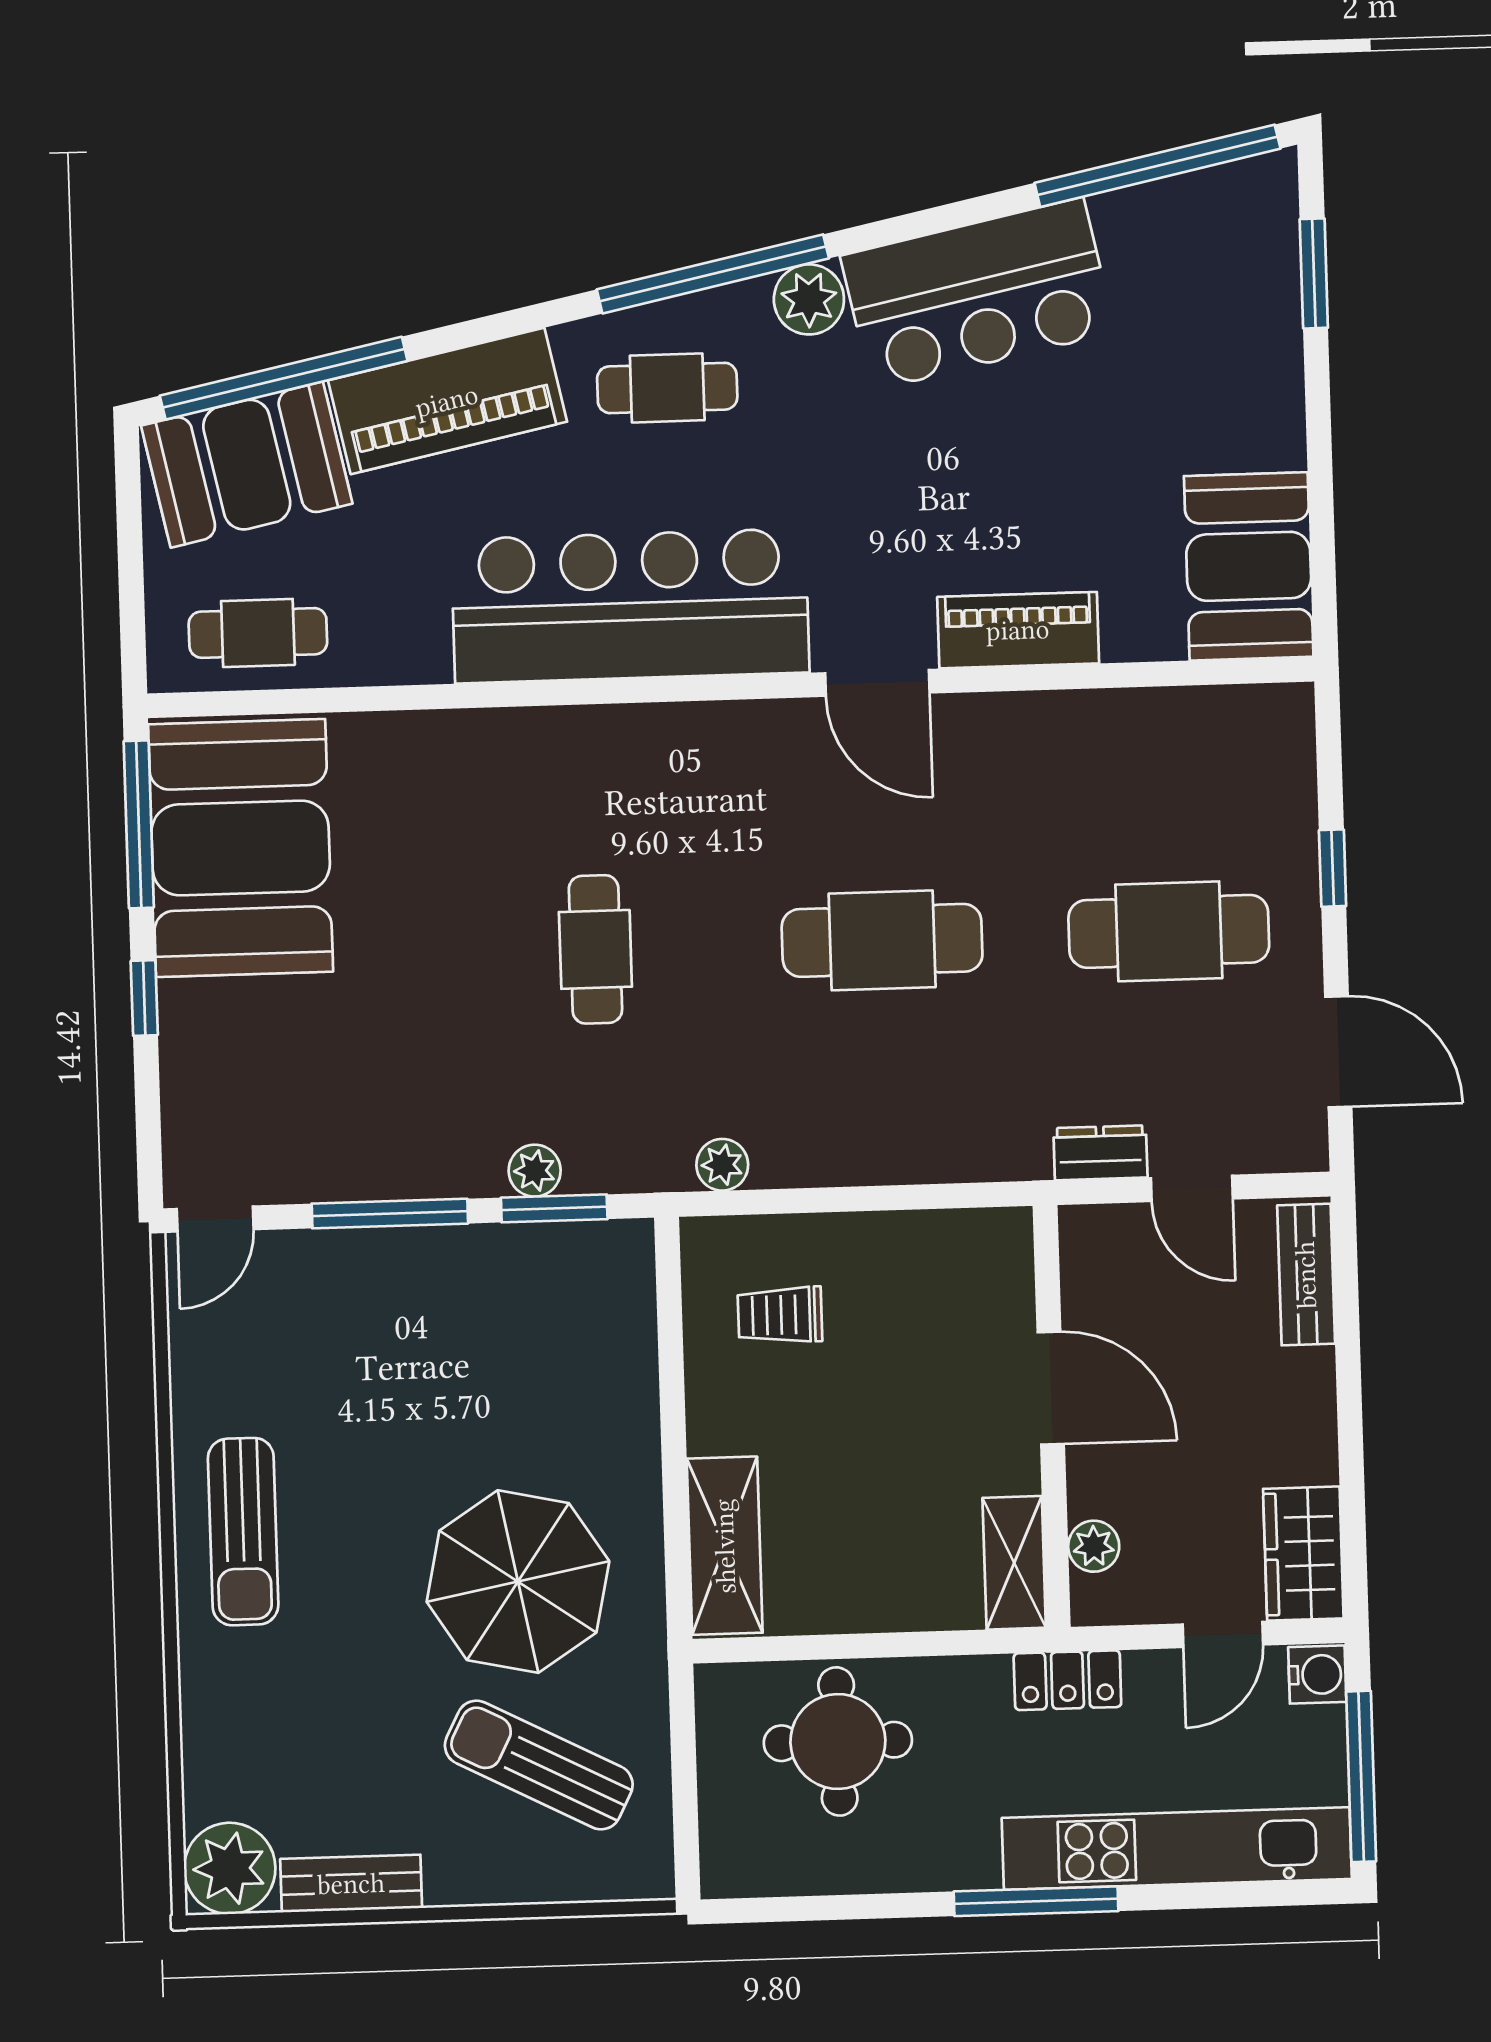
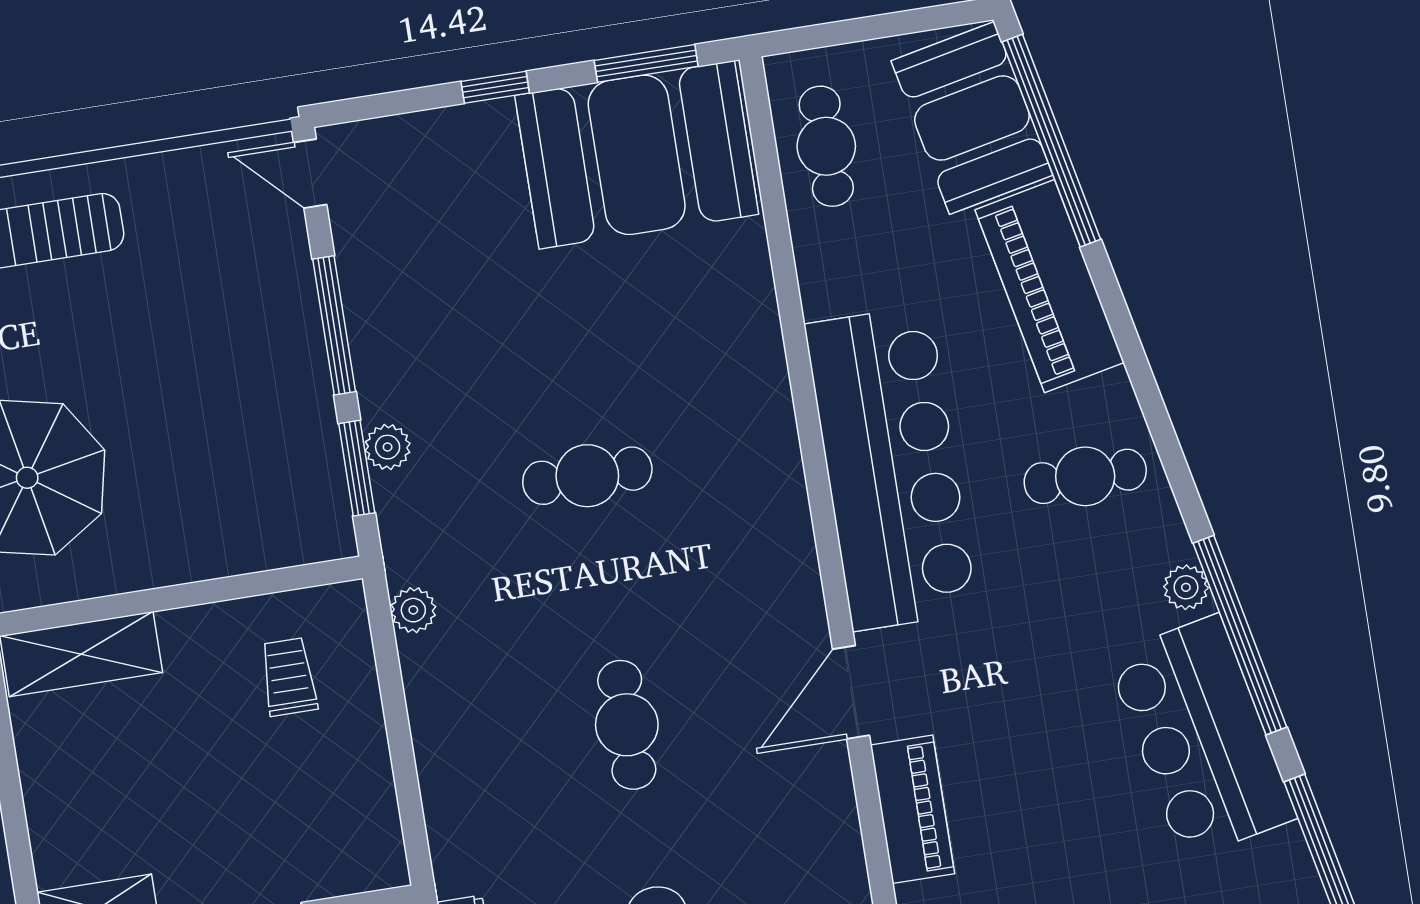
window: (713, 274) -> (1240, 635), moved
plant: (809, 299) -> (1186, 587), width x0.73, depth x0.73
cafe table: (667, 388) -> (1085, 476), turned 90
window: (139, 824) -> (646, 63), width x0.69
cafe table: (882, 940) -> (627, 725), width x0.73, depth x0.74

